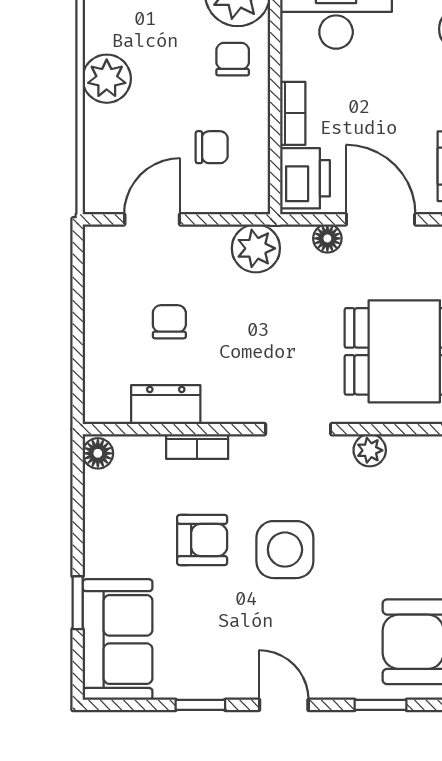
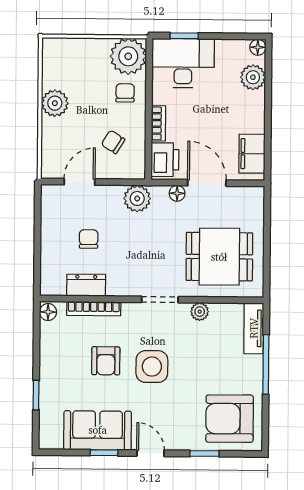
chair: (212, 147) -> (113, 142), turned -148
bookcase: (197, 447) -> (94, 309), width x1.56
armchair: (202, 540) -> (106, 361), turned 90
sofa: (118, 640) -> (98, 430), moved, turned -90

